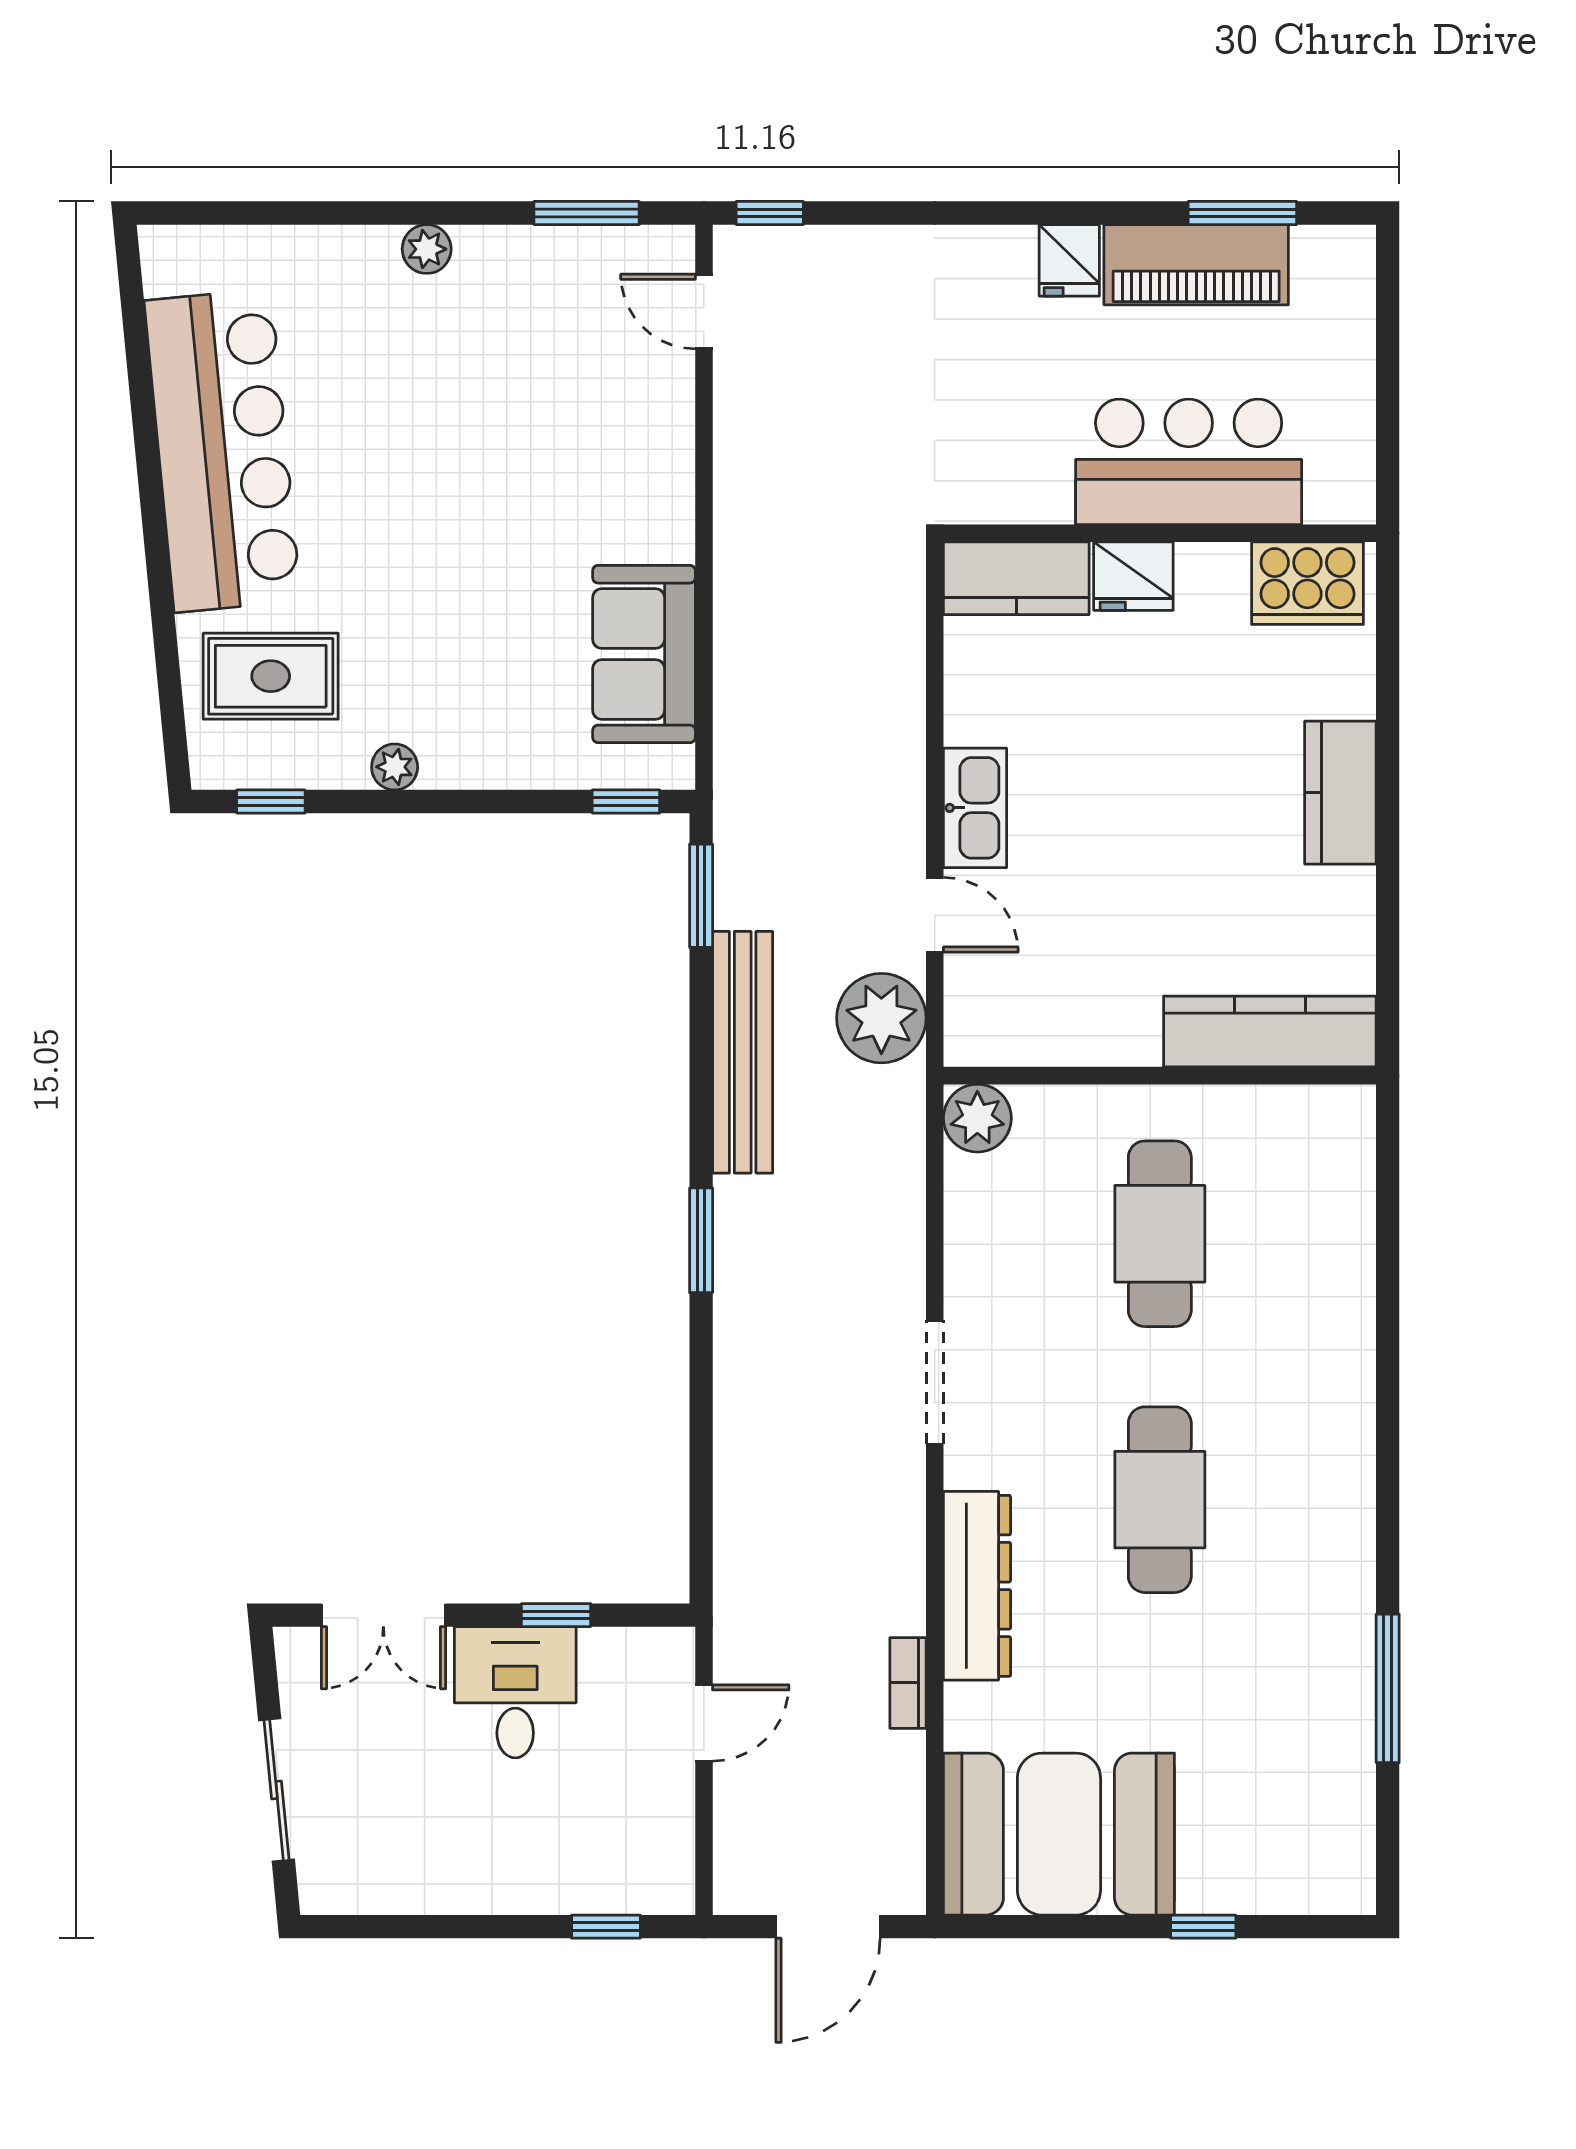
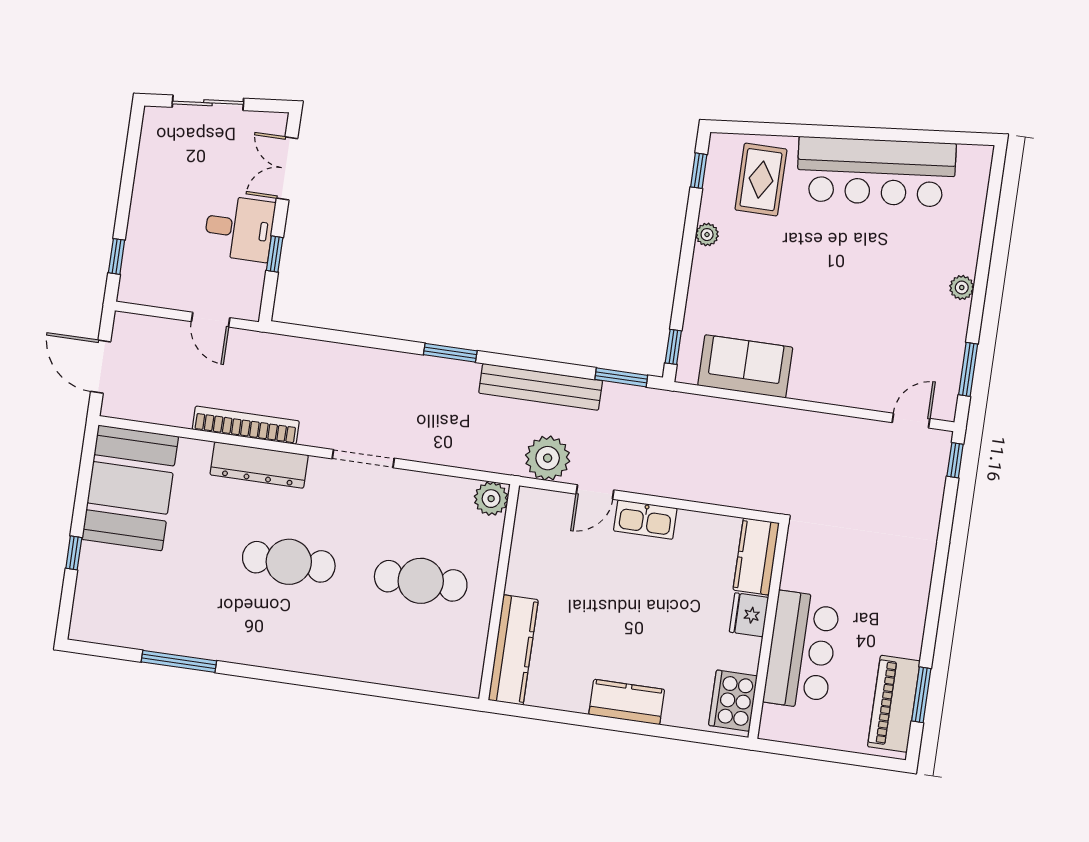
fridge: (1069, 260) -> (910, 605), removed
piano: (1196, 265) -> (894, 704), moved
bookcase: (908, 1683) -> (246, 425), width x2.31, depth x1.31

